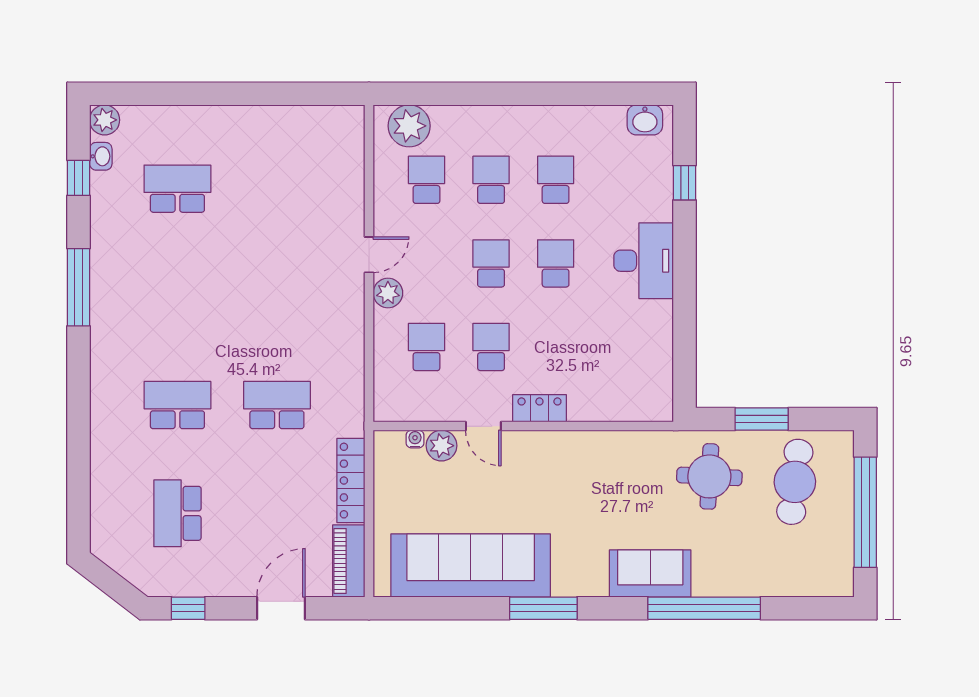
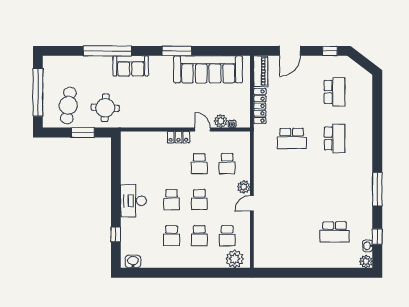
school desk: (177, 405) -> (335, 139), turned -90

